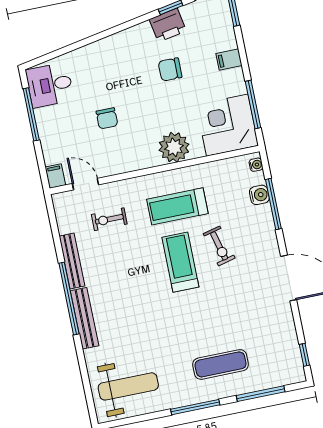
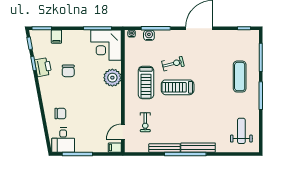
filing cabinet: (229, 60) -> (56, 37), moved
chair: (107, 118) -> (60, 114), moved
weight bench: (128, 386) -> (241, 131), width x0.73, depth x0.75

